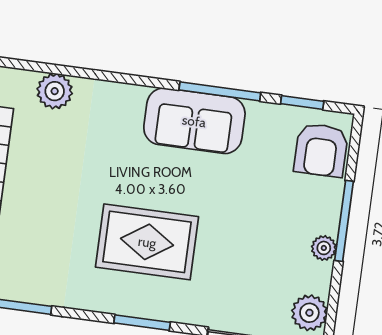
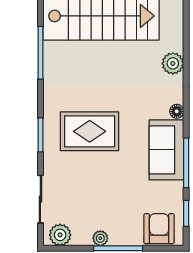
floor lamp: (134, 95) -> (177, 111), added
armchair: (321, 150) -> (159, 229), turned 90
rug: (147, 242) -> (90, 131), turned 90

